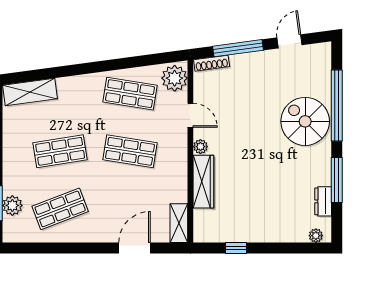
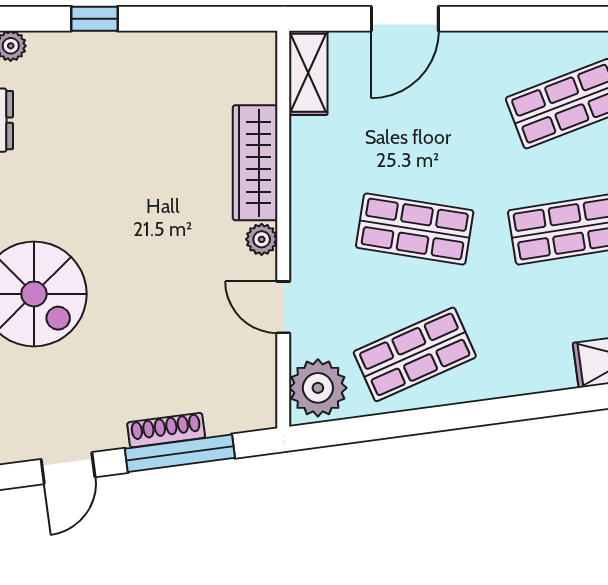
shoe rack: (212, 63) -> (166, 430), moved
shop shelf: (130, 94) -> (415, 354), turned -33
window: (236, 248) -> (94, 19), moved

